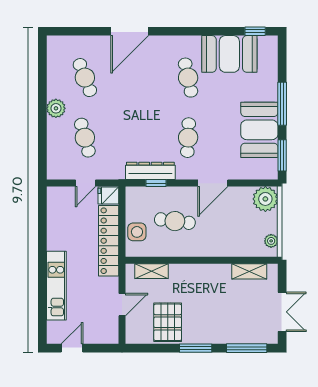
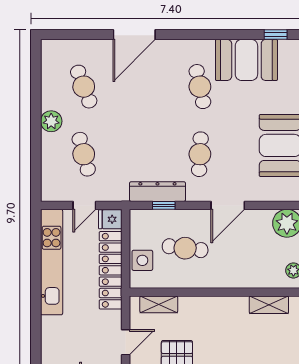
kitchen unit: (56, 286) -> (52, 262), moved, width x1.36

